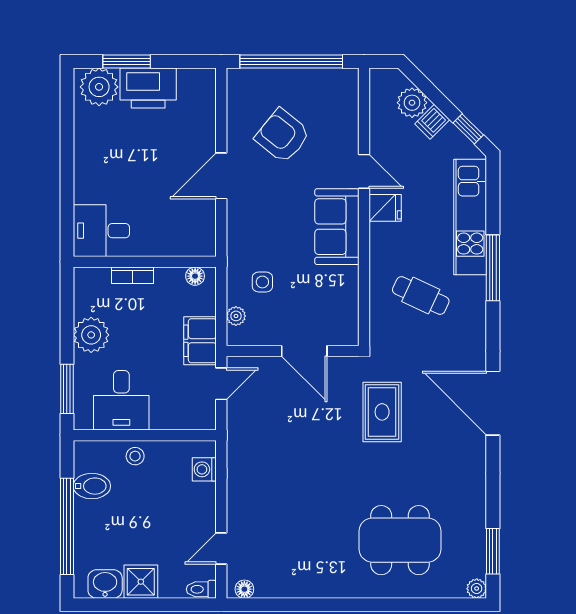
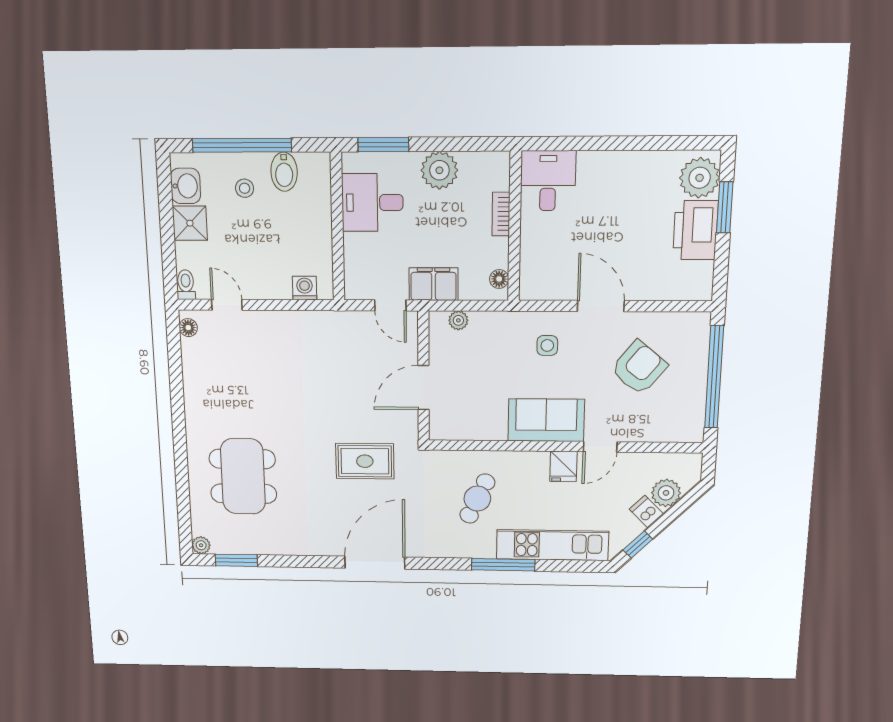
side table: (262, 282) -> (547, 345), moved
stool: (135, 456) -> (245, 188), moved

